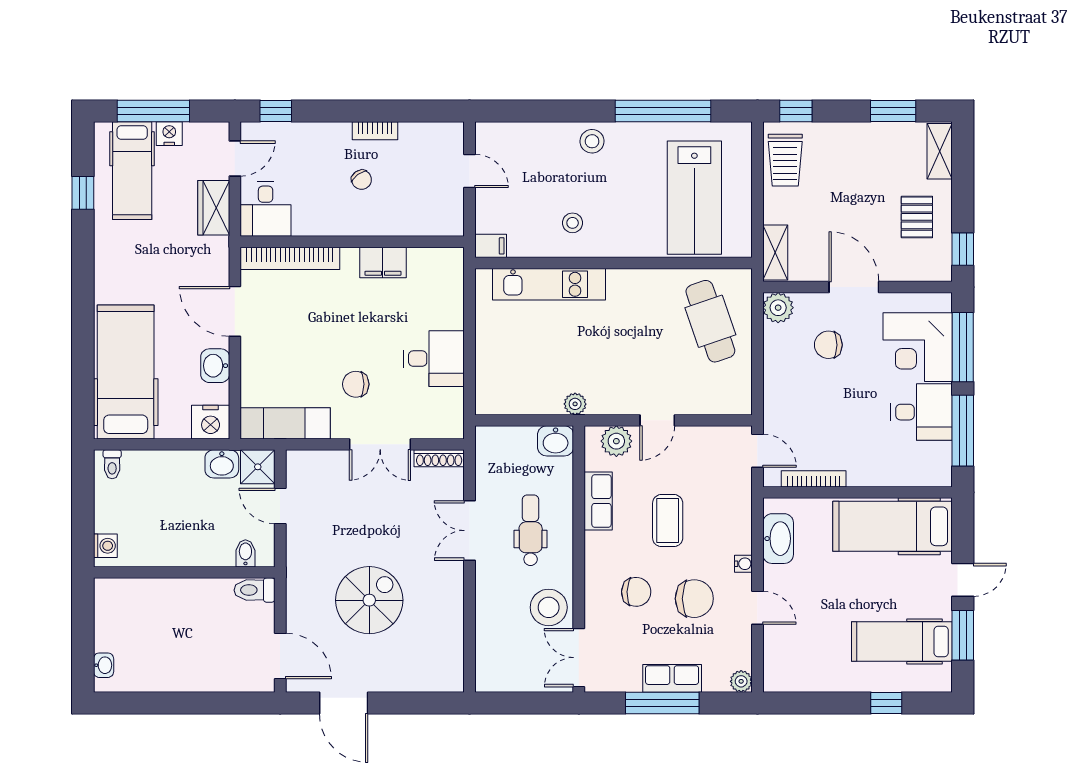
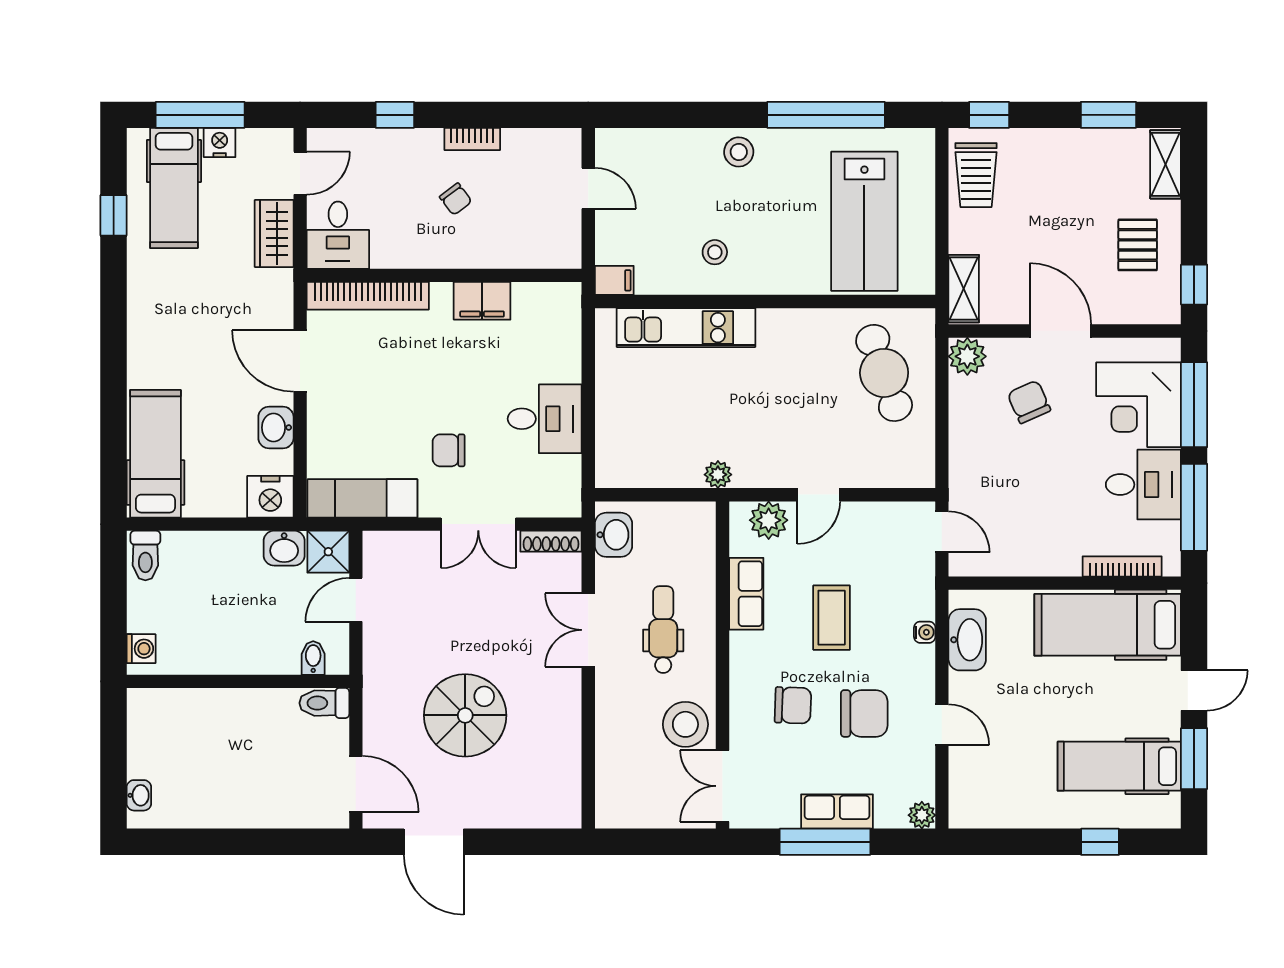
window: (276, 111) -> (395, 115), moved
chair: (828, 345) -> (1029, 402), turned 66
hospital bed: (126, 372) -> (155, 454), width x0.73, depth x0.78
washbasin: (556, 441) -> (613, 535), moved, turned -90
toilet: (112, 464) -> (145, 556), width x1.37, depth x1.39
bookcase: (814, 479) -> (1122, 566), moved
door: (280, 506) -> (356, 600), hinge flipped
water cooler: (743, 564) -> (925, 632), moved

